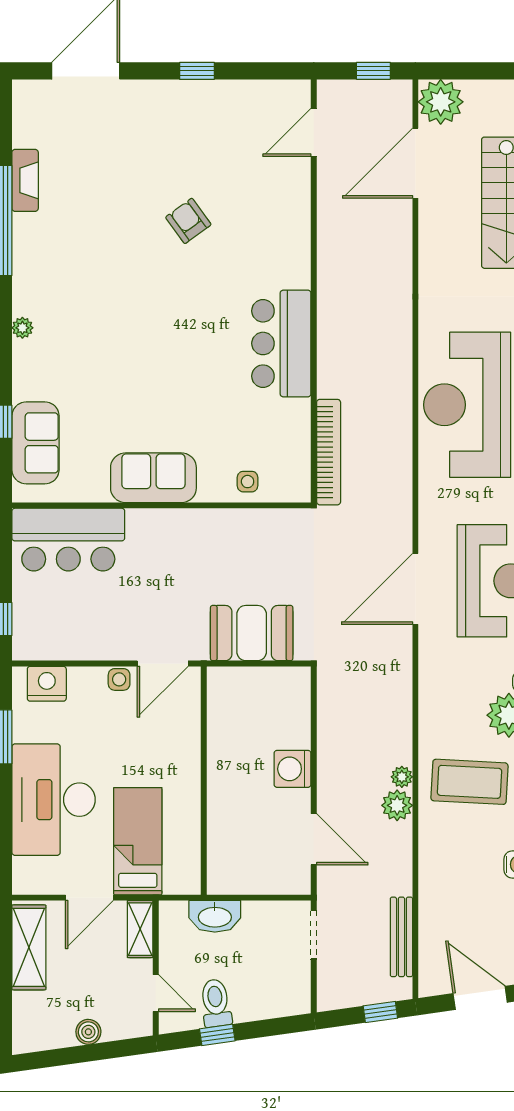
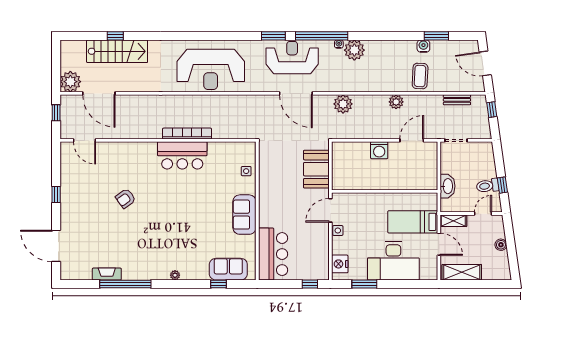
bookcase: (329, 452) -> (187, 134), moved
door: (163, 663) -> (330, 210), swing flipped
plant: (402, 777) -> (343, 104), moved, width x1.88, depth x1.88
coffee table: (469, 782) -> (420, 76), moved, width x0.73, depth x0.76
bench: (401, 937) -> (457, 100), width x0.73
door: (480, 998) -> (485, 63), hinge flipped

